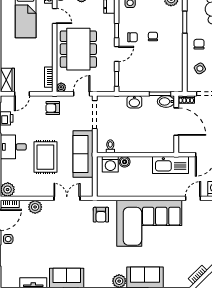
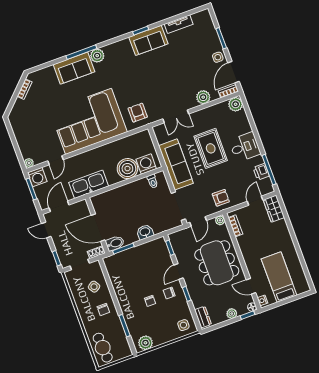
boiler: (125, 162) -> (127, 169), width x1.86, depth x1.86

